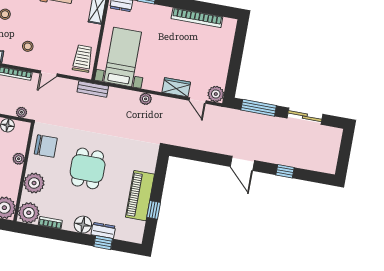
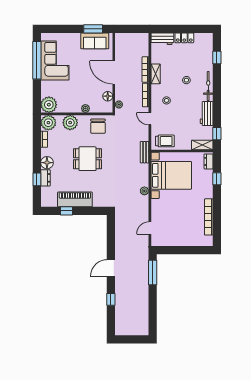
bed with nightstands: (123, 57) -> (171, 175), width x1.36
wardrobe: (176, 87) -> (157, 211), removed
plant: (216, 94) -> (157, 240), removed
sliding door: (305, 116) -> (153, 306), removed

